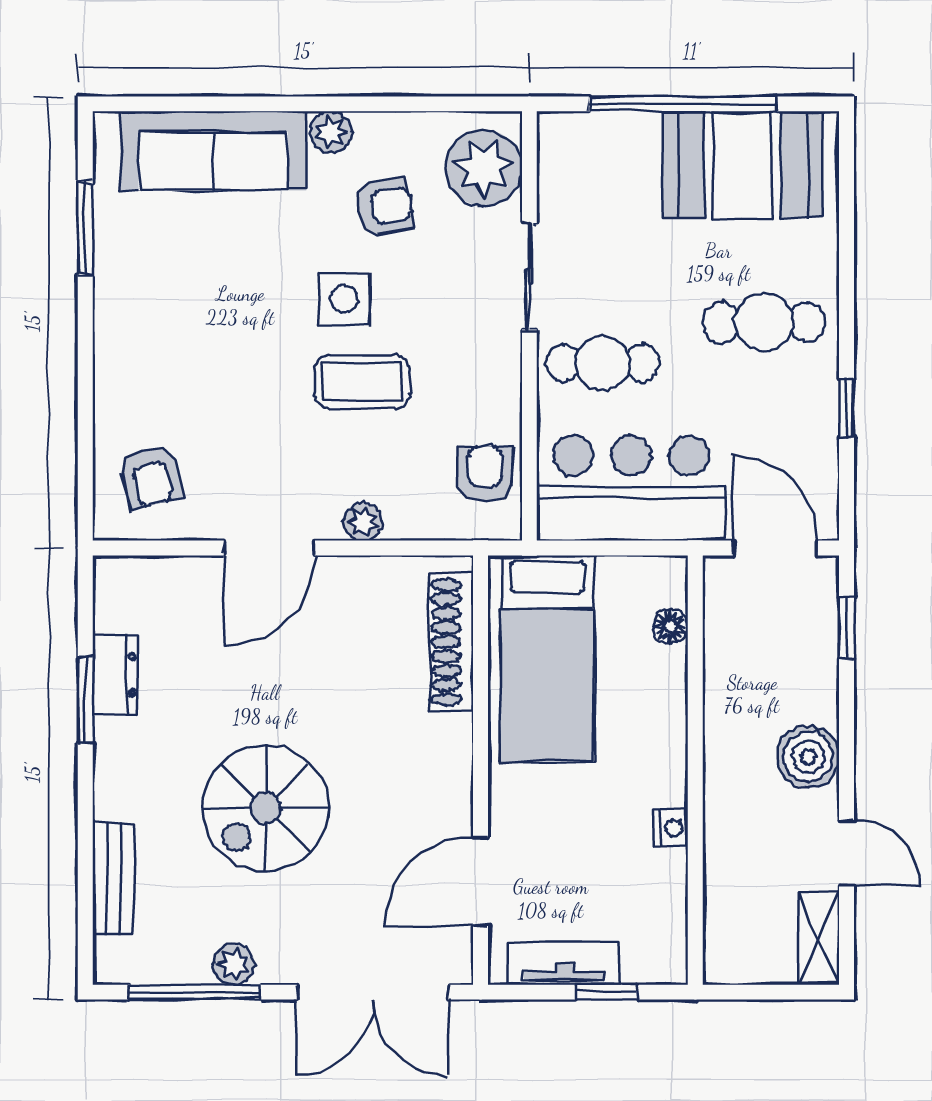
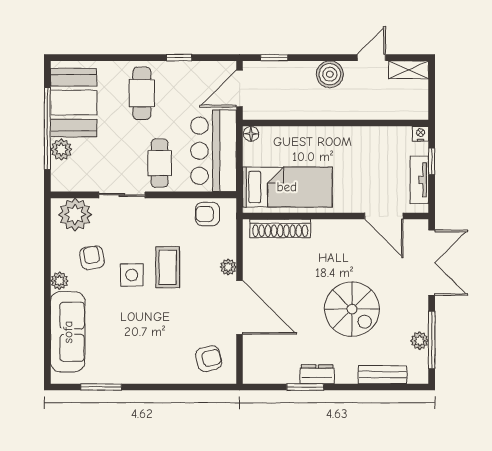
plant: (634, 136) -> (61, 150), added
door: (269, 548) -> (239, 307), width x1.36
floor lamp: (670, 626) -> (251, 134), moved
dresser: (115, 675) -> (317, 374), moved
nightstand: (671, 828) -> (421, 134), moved
plant: (234, 964) -> (420, 341), moved

